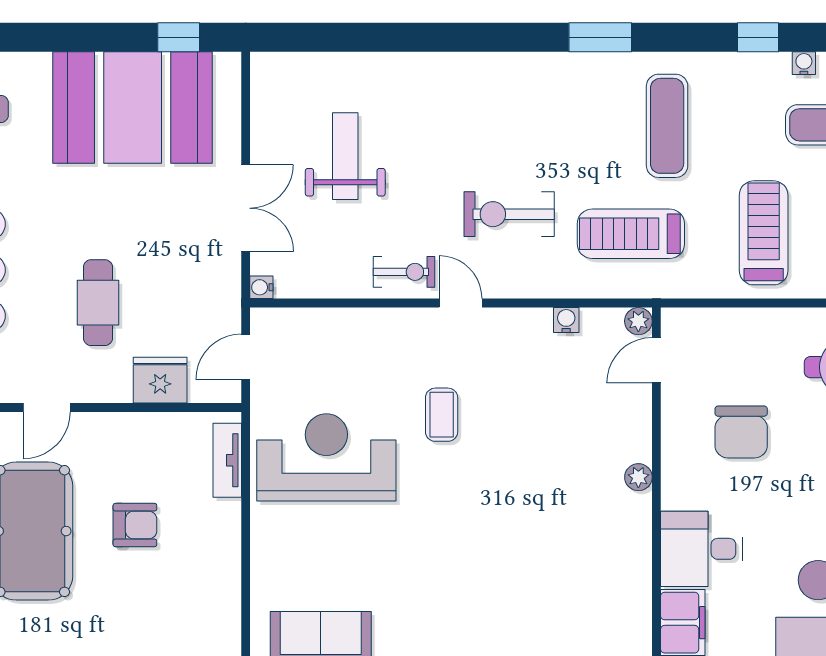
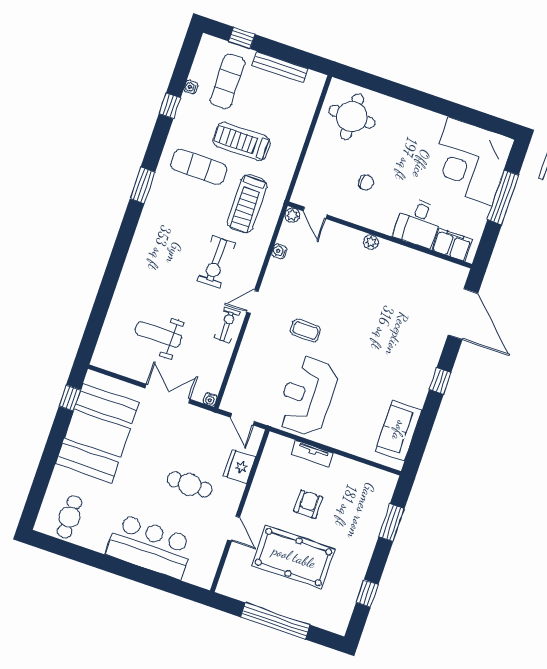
treadmill: (764, 233) -> (241, 141), moved
chair: (741, 432) -> (366, 182), width x0.54, depth x0.54
tv unit: (227, 460) -> (312, 454), moved

